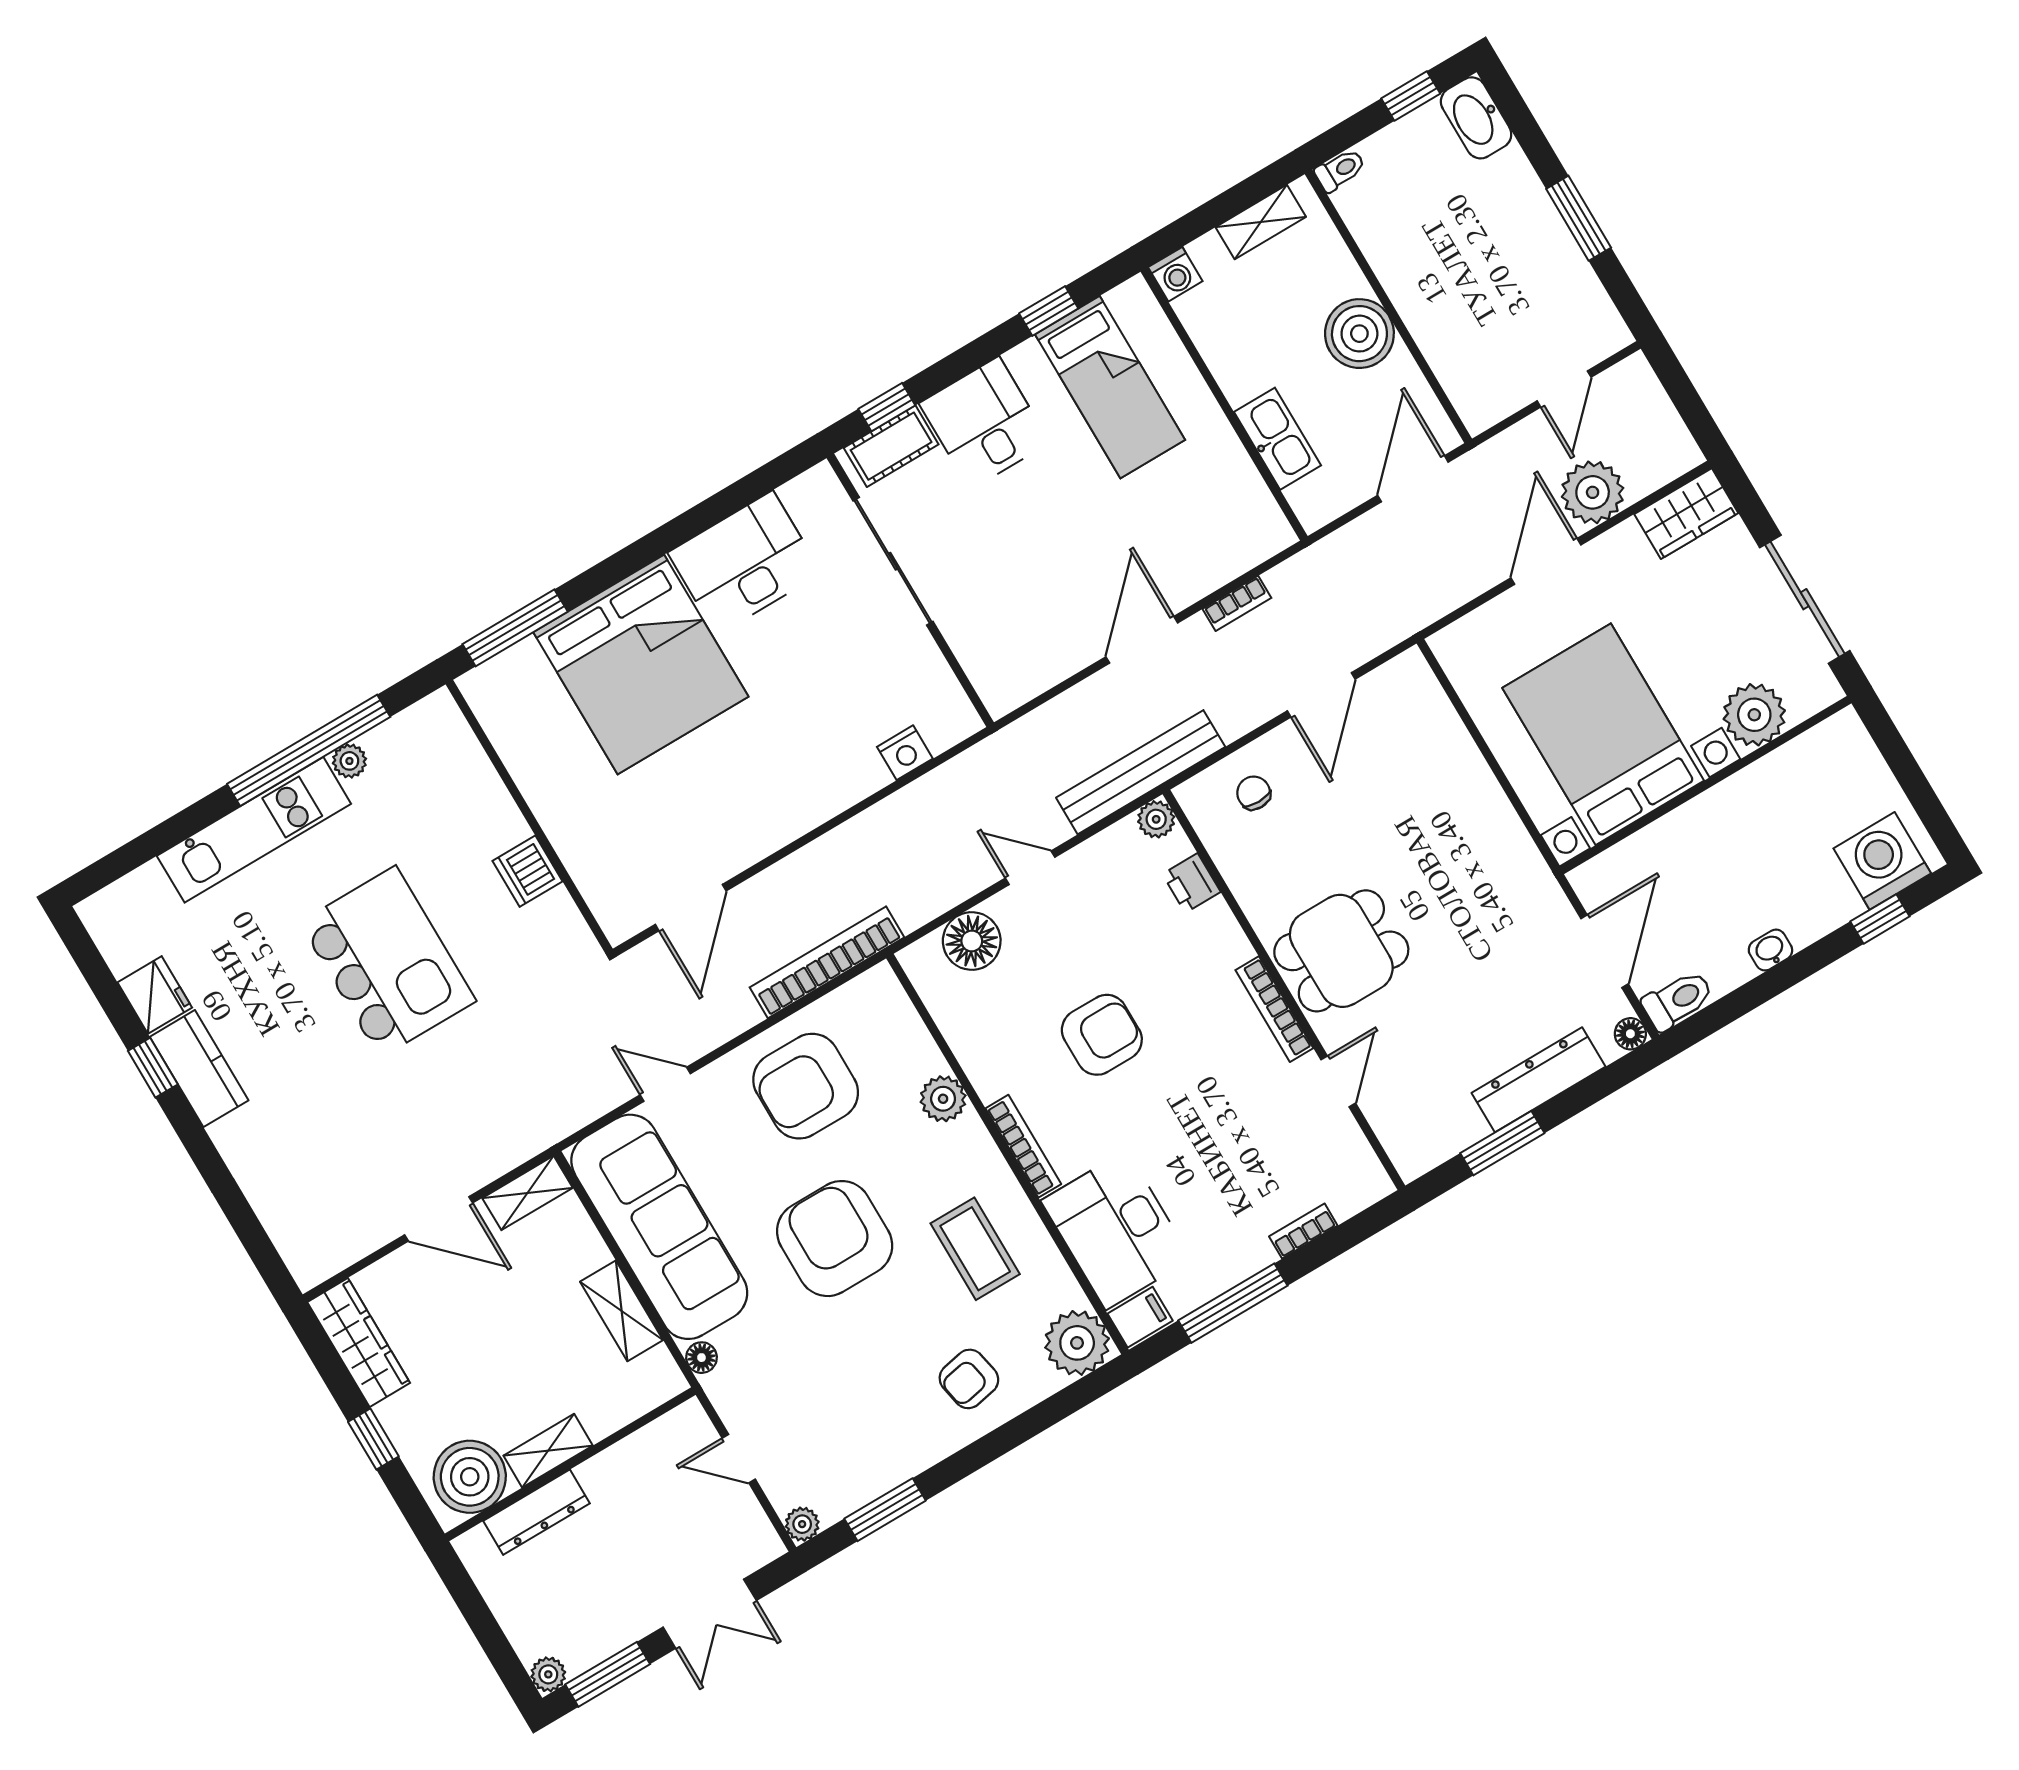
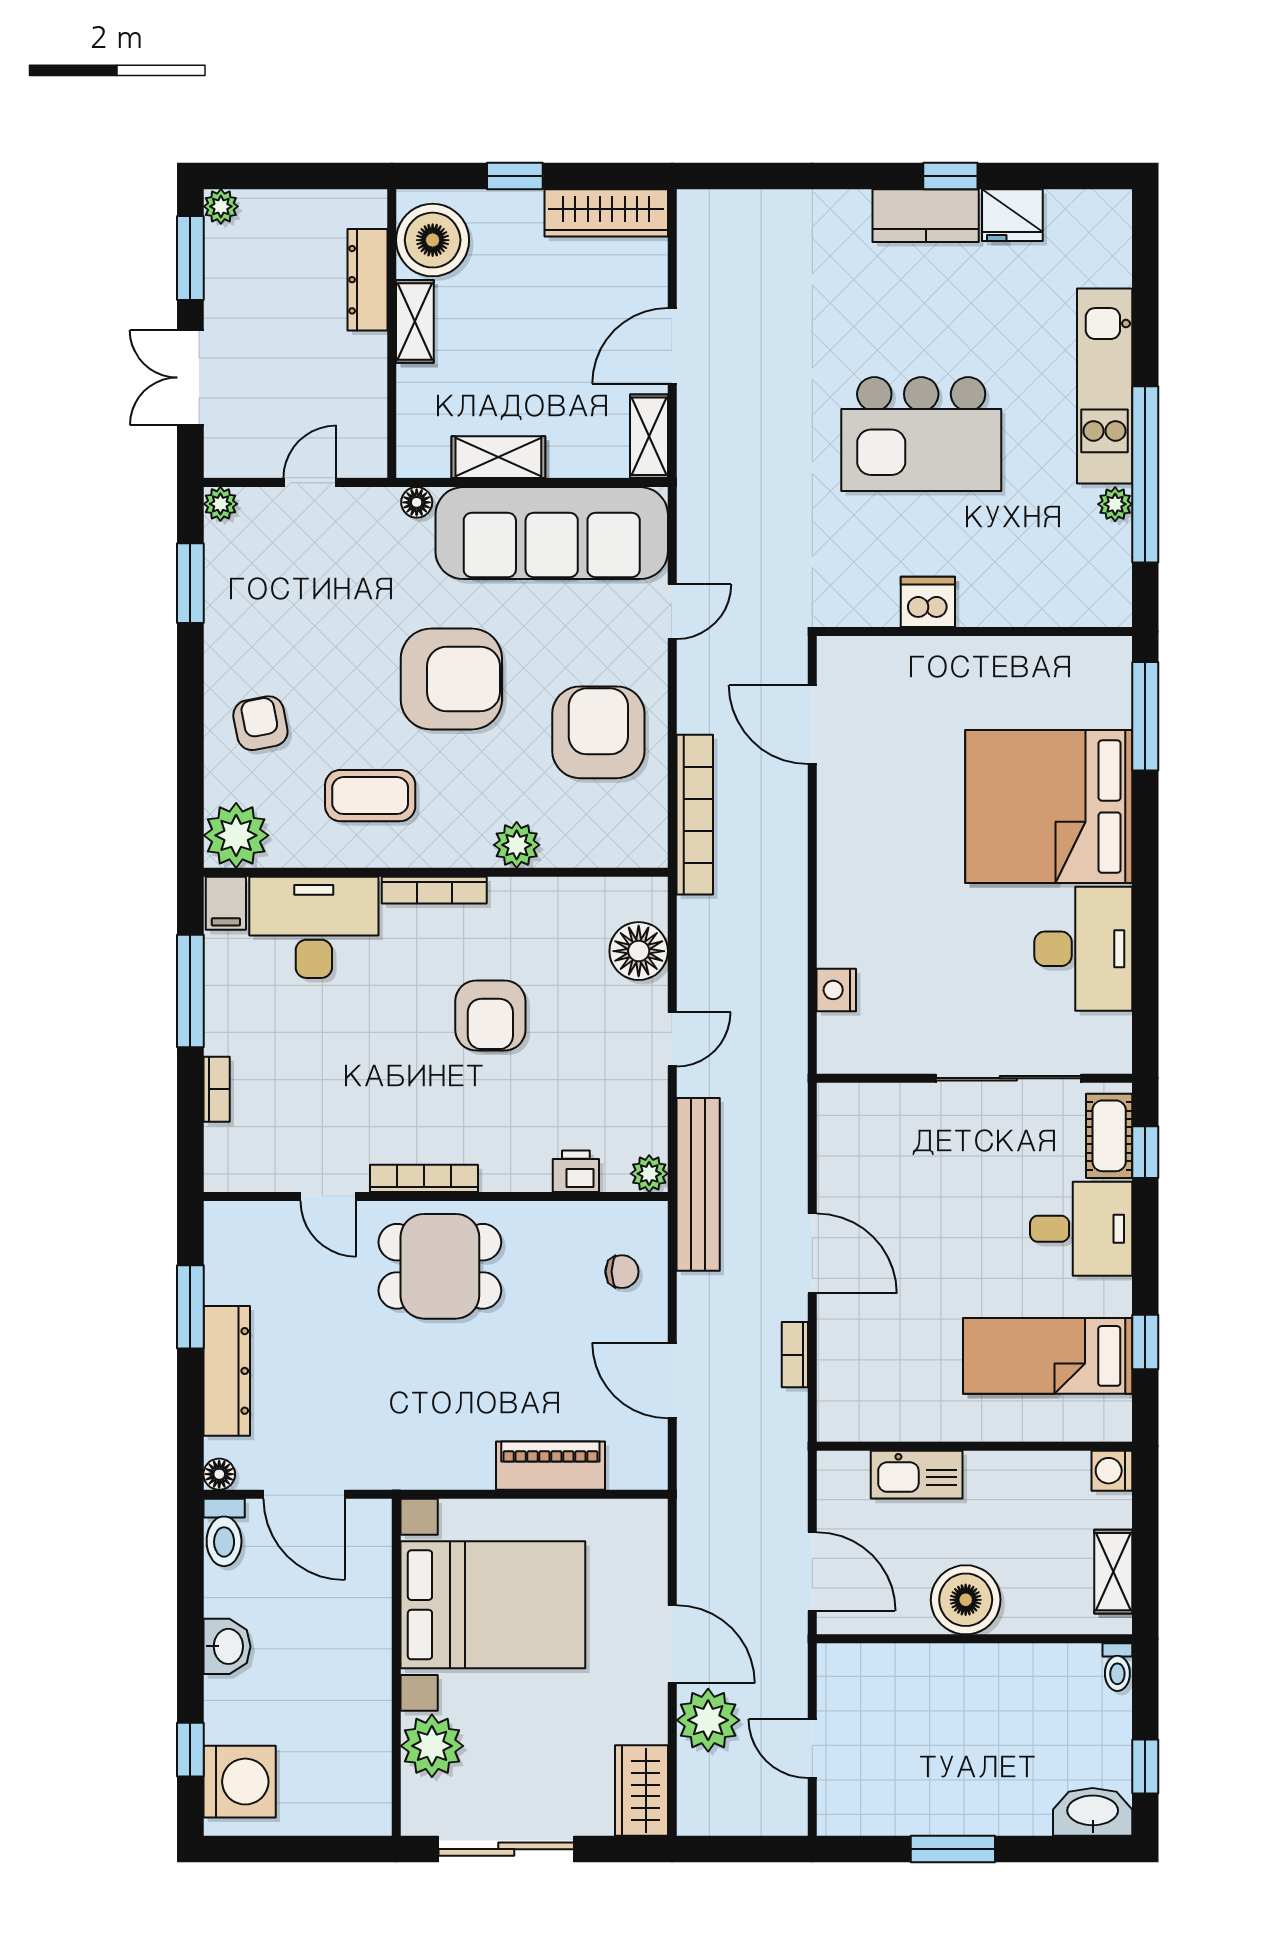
piano: (1455, 756) -> (550, 1466), added
washbasin: (1770, 950) -> (227, 1646), width x1.38, depth x1.45
dining table: (1341, 951) -> (440, 1266), turned 90

